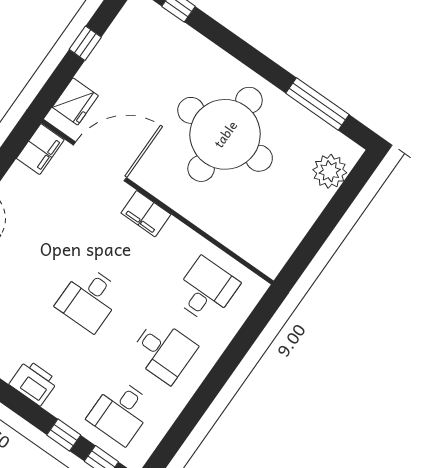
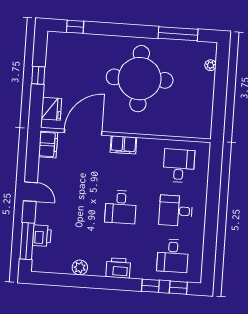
plant: (330, 171) -> (210, 65), width x0.53, depth x0.53
desk: (163, 351) -> (176, 211), turned 180

